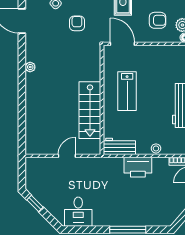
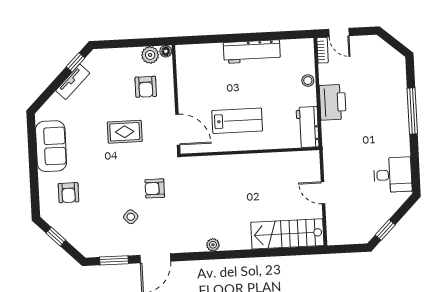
armchair: (158, 20) -> (146, 87), turned 180
door: (122, 44) -> (178, 130), swing flipped
stairs: (90, 110) -> (287, 234), moved, turned 180

